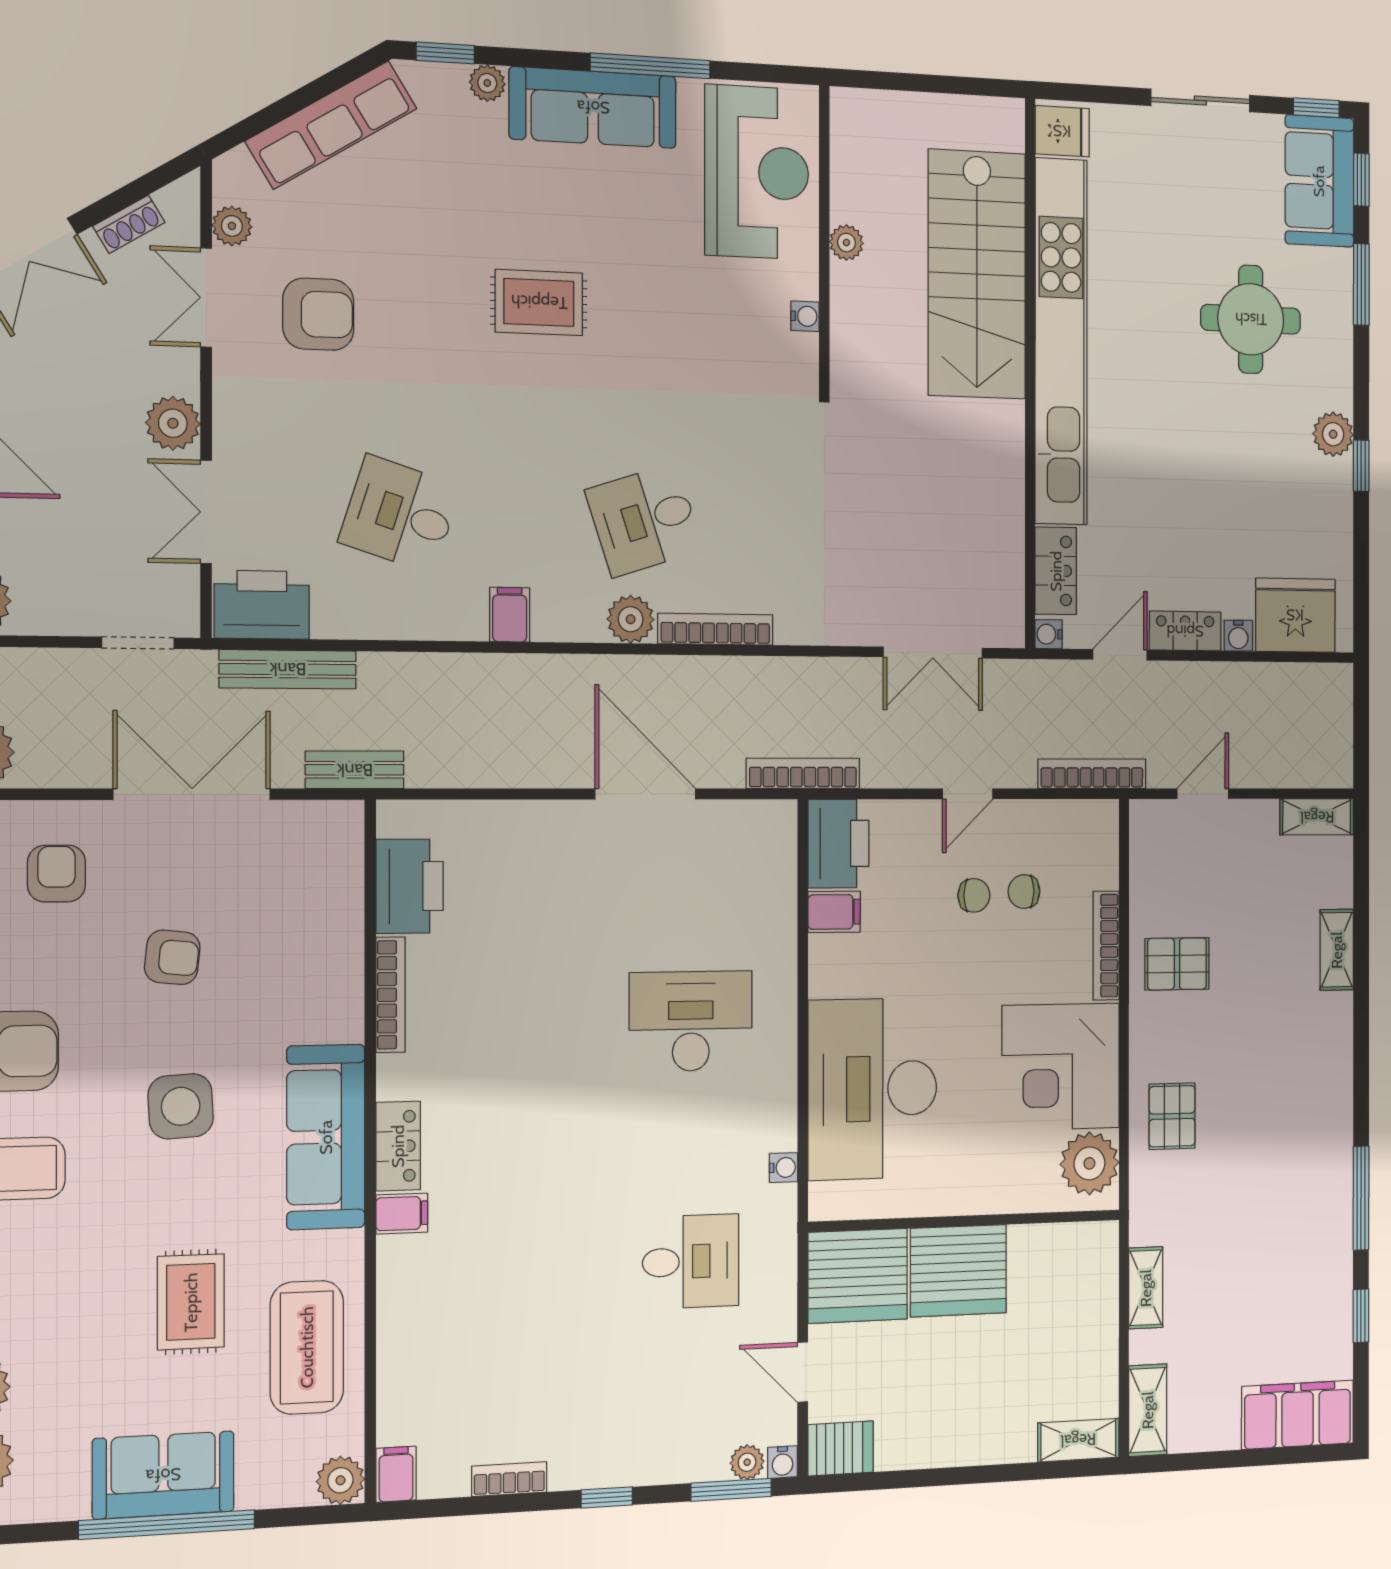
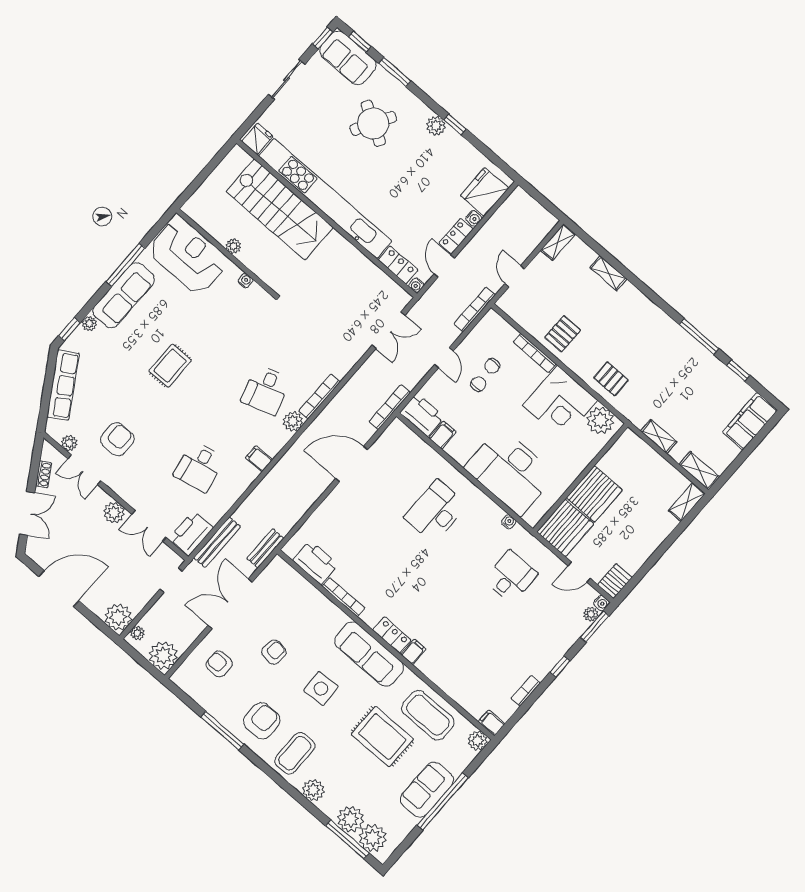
round table: (1251, 319) -> (373, 123), turned 30
desk: (400, 514) -> (199, 467), turned -30
rug: (191, 1302) -> (382, 737), width x1.36, depth x1.43

